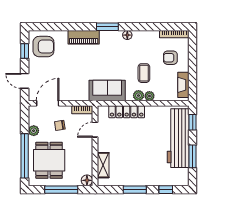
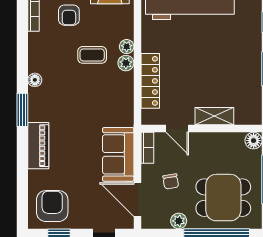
sofa: (107, 90) -> (118, 154), moved
shelving: (103, 165) -> (214, 116), moved

